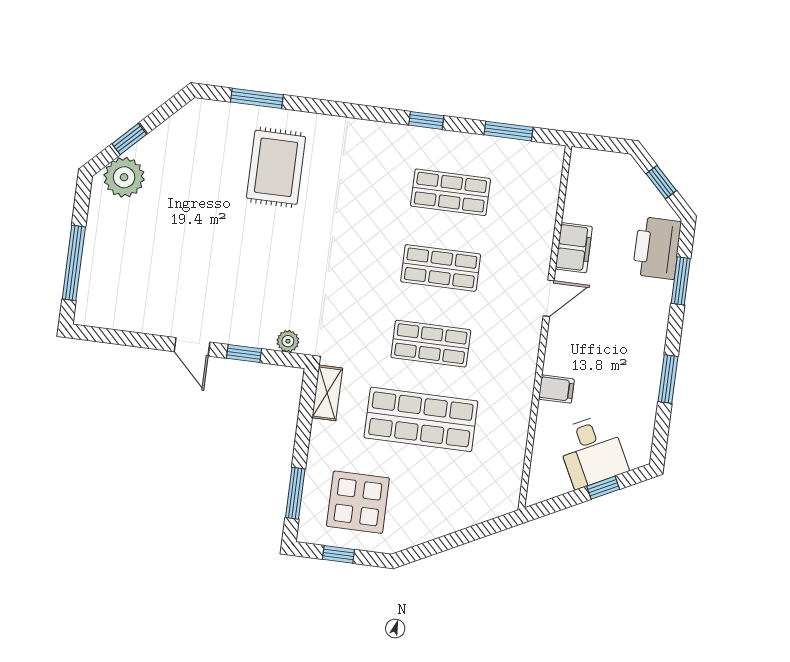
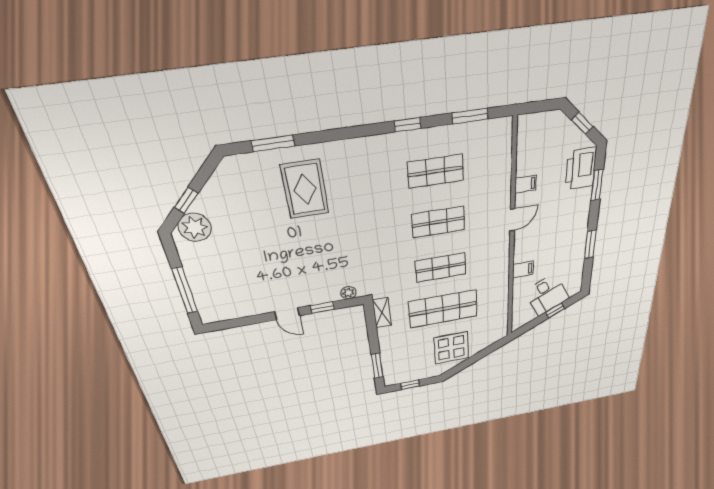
filing cabinet: (574, 248) -> (526, 184), width x0.50
display table: (358, 502) -> (451, 348), moved

